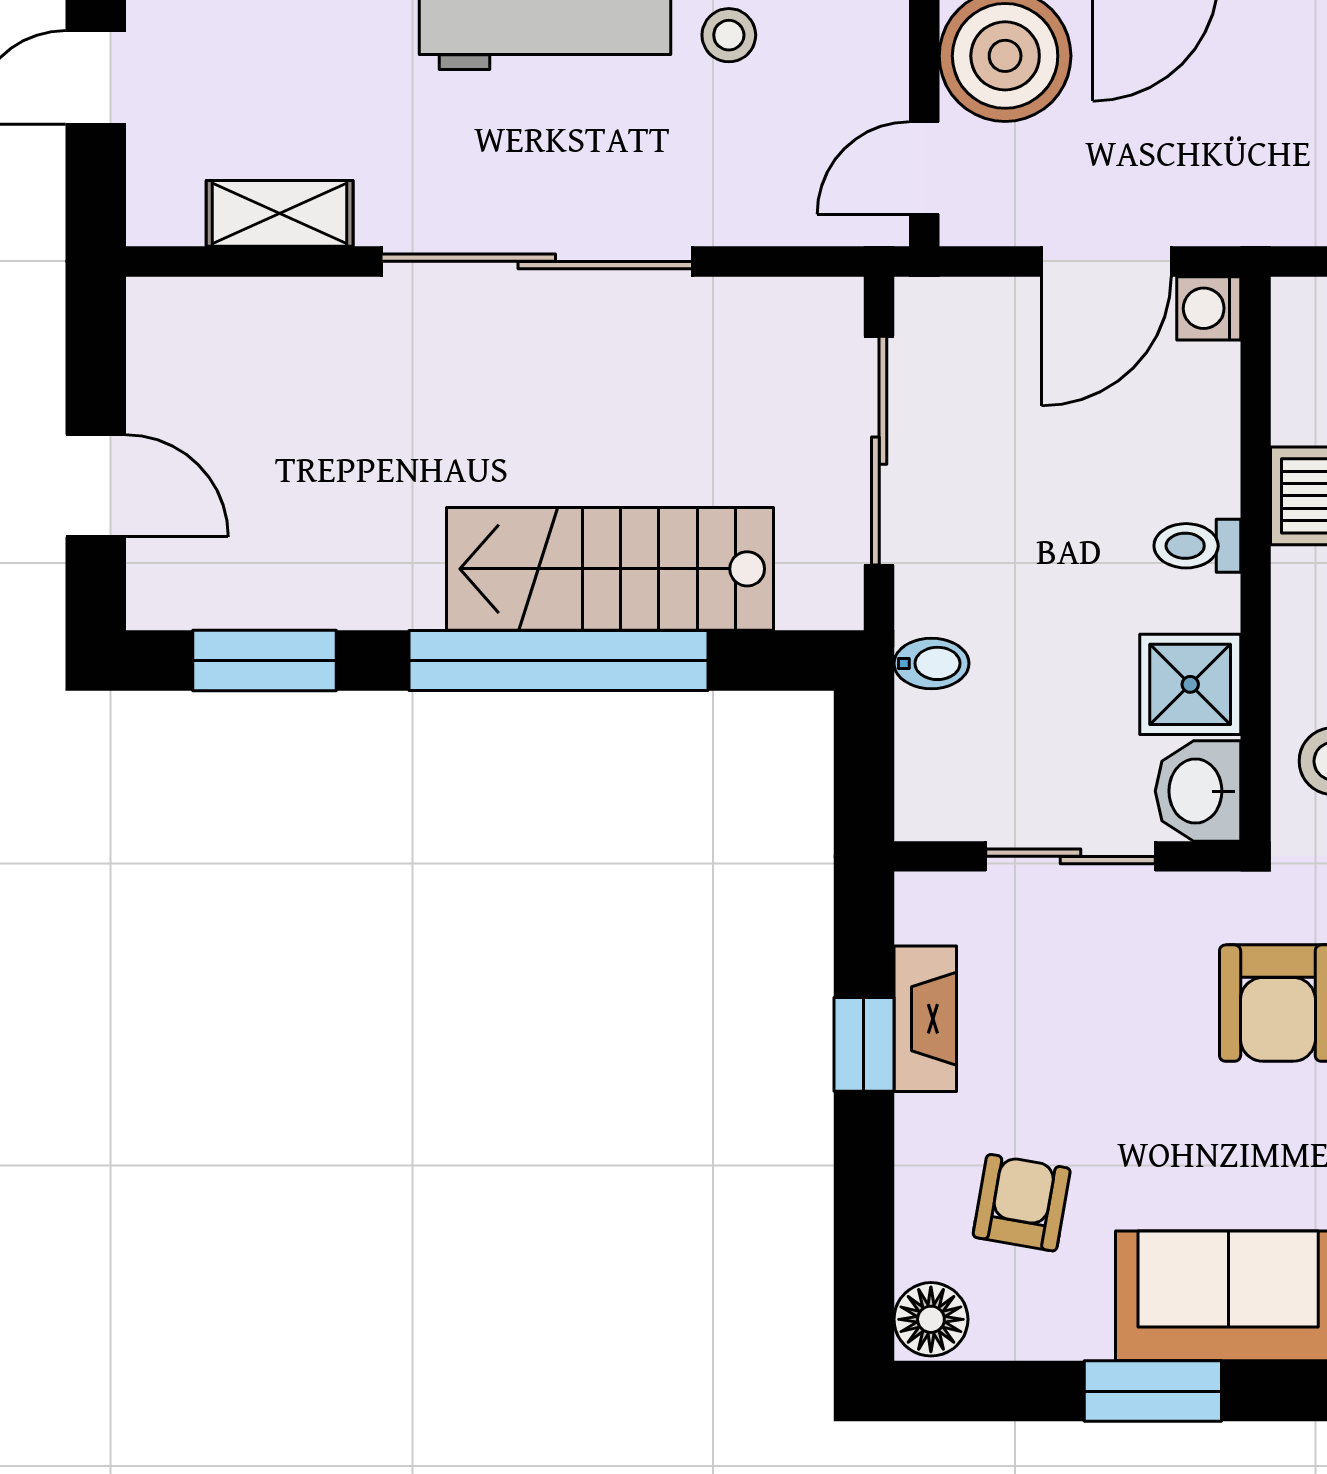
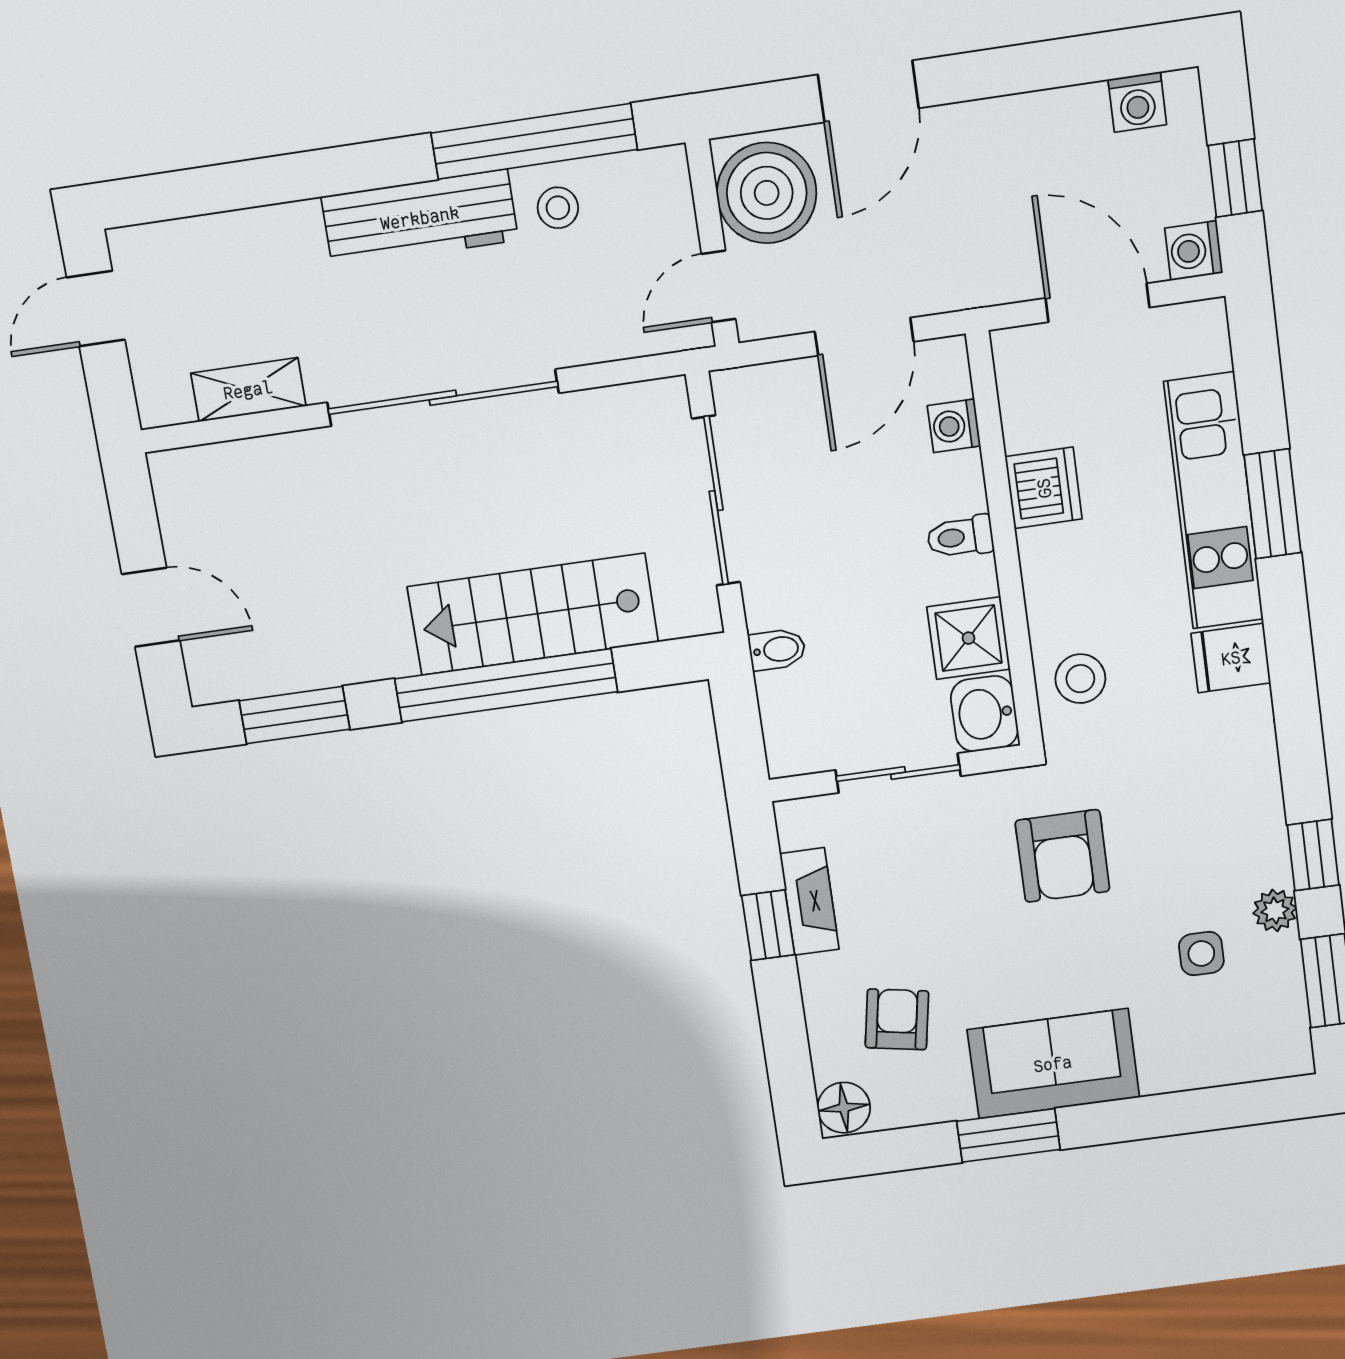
washing machine: (1209, 308) -> (954, 426), moved

